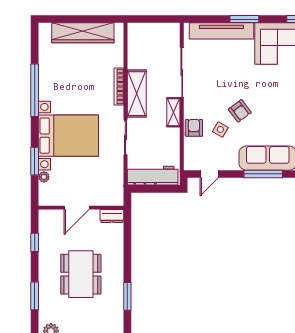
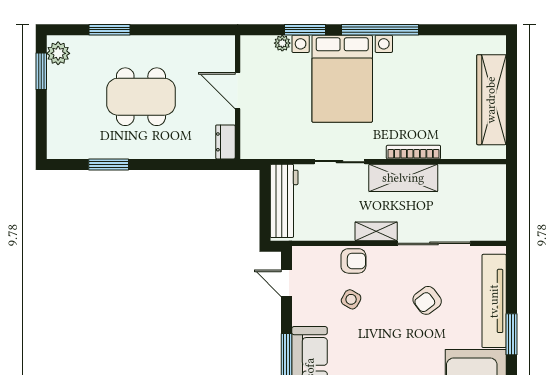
window: (35, 90) -> (380, 30), moved
armchair: (240, 111) -> (427, 300), moved
window: (35, 242) -> (187, 30), removed

